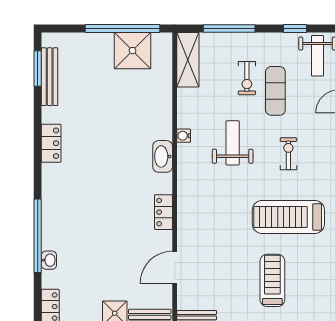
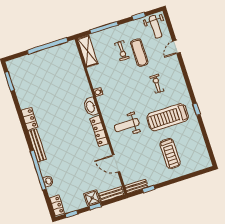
shower: (133, 51) -> (57, 56), removed
bench: (50, 77) -> (37, 145), moved
weight bench: (233, 143) -> (127, 125), moved, turned -90
locker: (164, 212) -> (99, 131), width x1.53
door: (175, 267) -> (116, 163), hinge flipped
treadmill: (272, 280) -> (170, 154), turned 180

